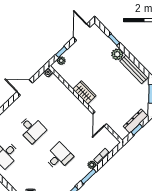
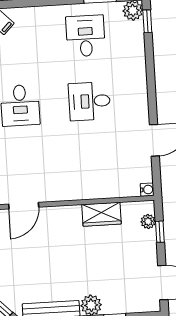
wardrobe: (84, 92) -> (102, 214), moved
door: (100, 119) -> (24, 206), swing flipped

